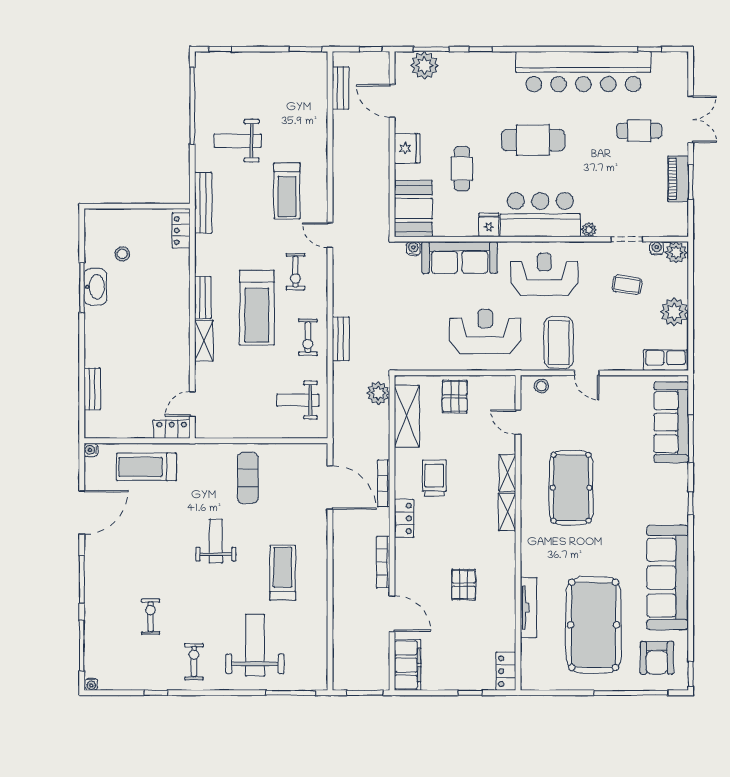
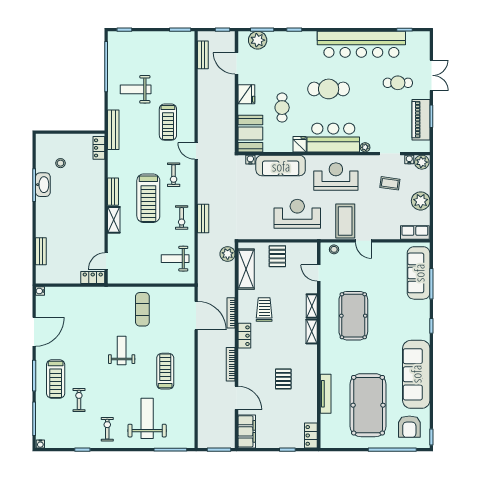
piano: (678, 179) -> (421, 120), width x1.37, depth x1.33
treadmill: (146, 467) -> (56, 379), moved, turned -90

